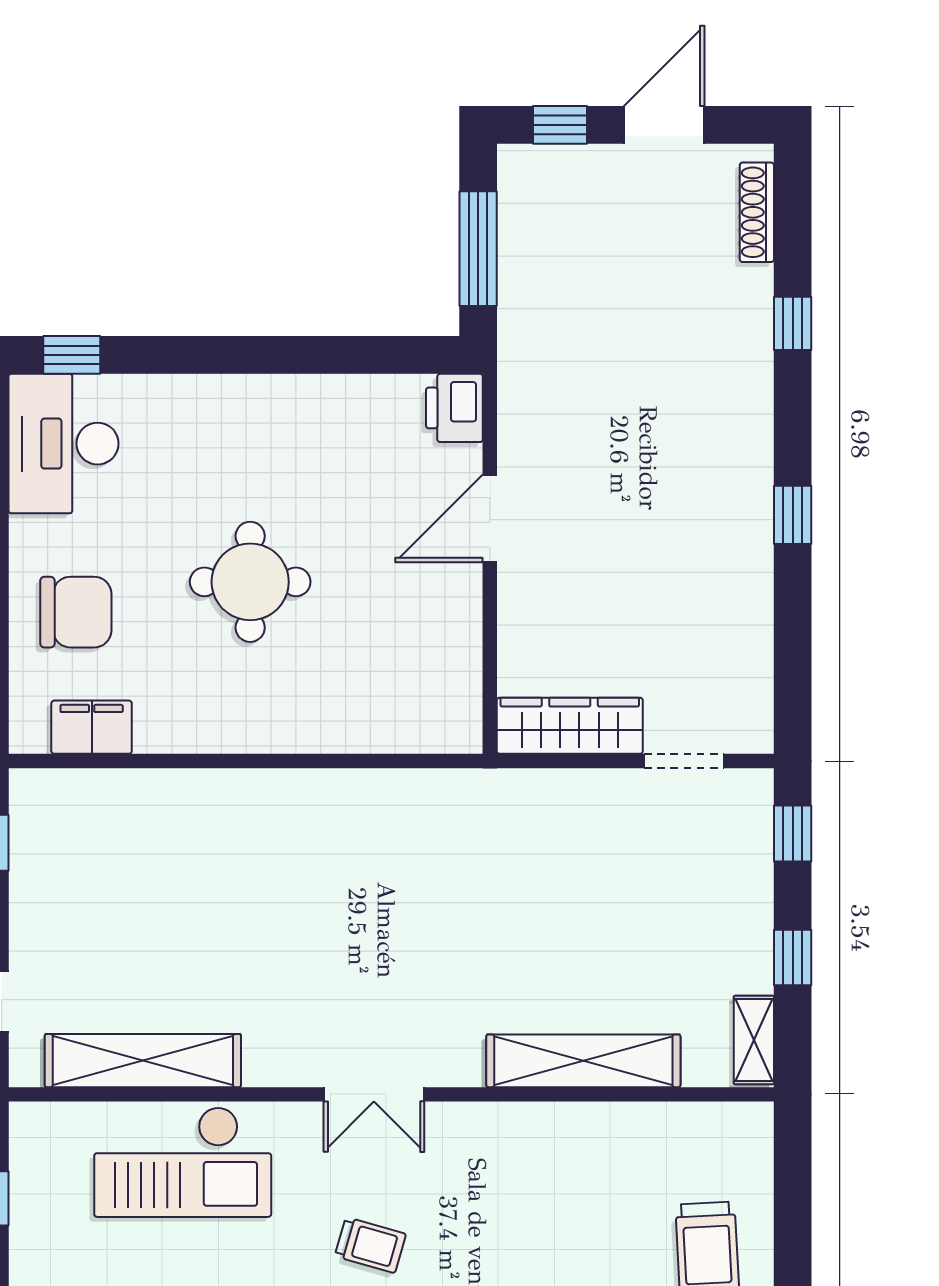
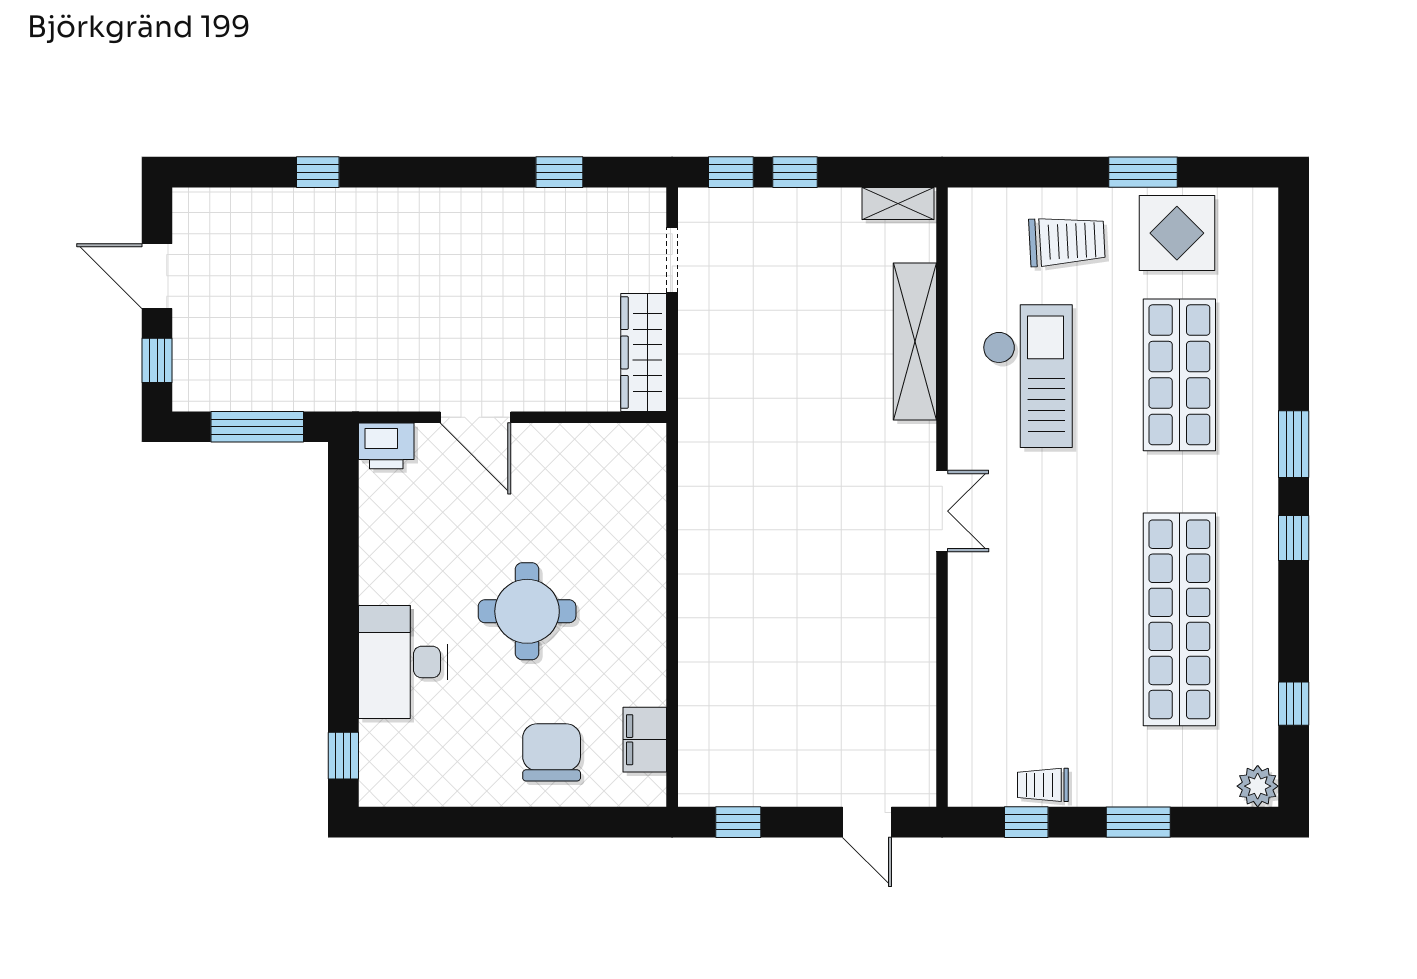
shoe rack: (757, 212) -> (228, 201), removed
desk: (63, 444) -> (403, 662), moved, turned 90
window: (793, 515) -> (559, 172), moved
window: (793, 958) -> (795, 172), moved
shelving: (143, 1061) -> (915, 698), removed
checkout: (183, 1162) -> (1028, 376), moved
trolley: (370, 1245) -> (1043, 785), moved, turned -106

